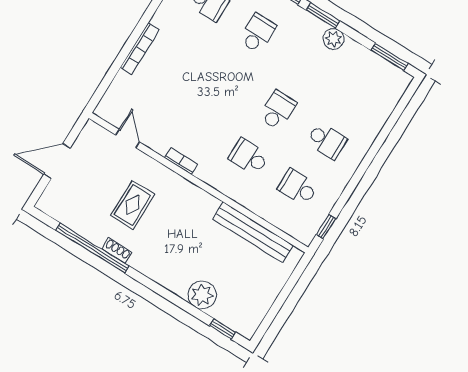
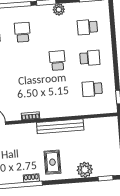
school desk: (249, 157) -> (87, 27), moved
rug: (133, 205) -> (52, 162), moved
bench: (253, 232) -> (60, 126), moved

